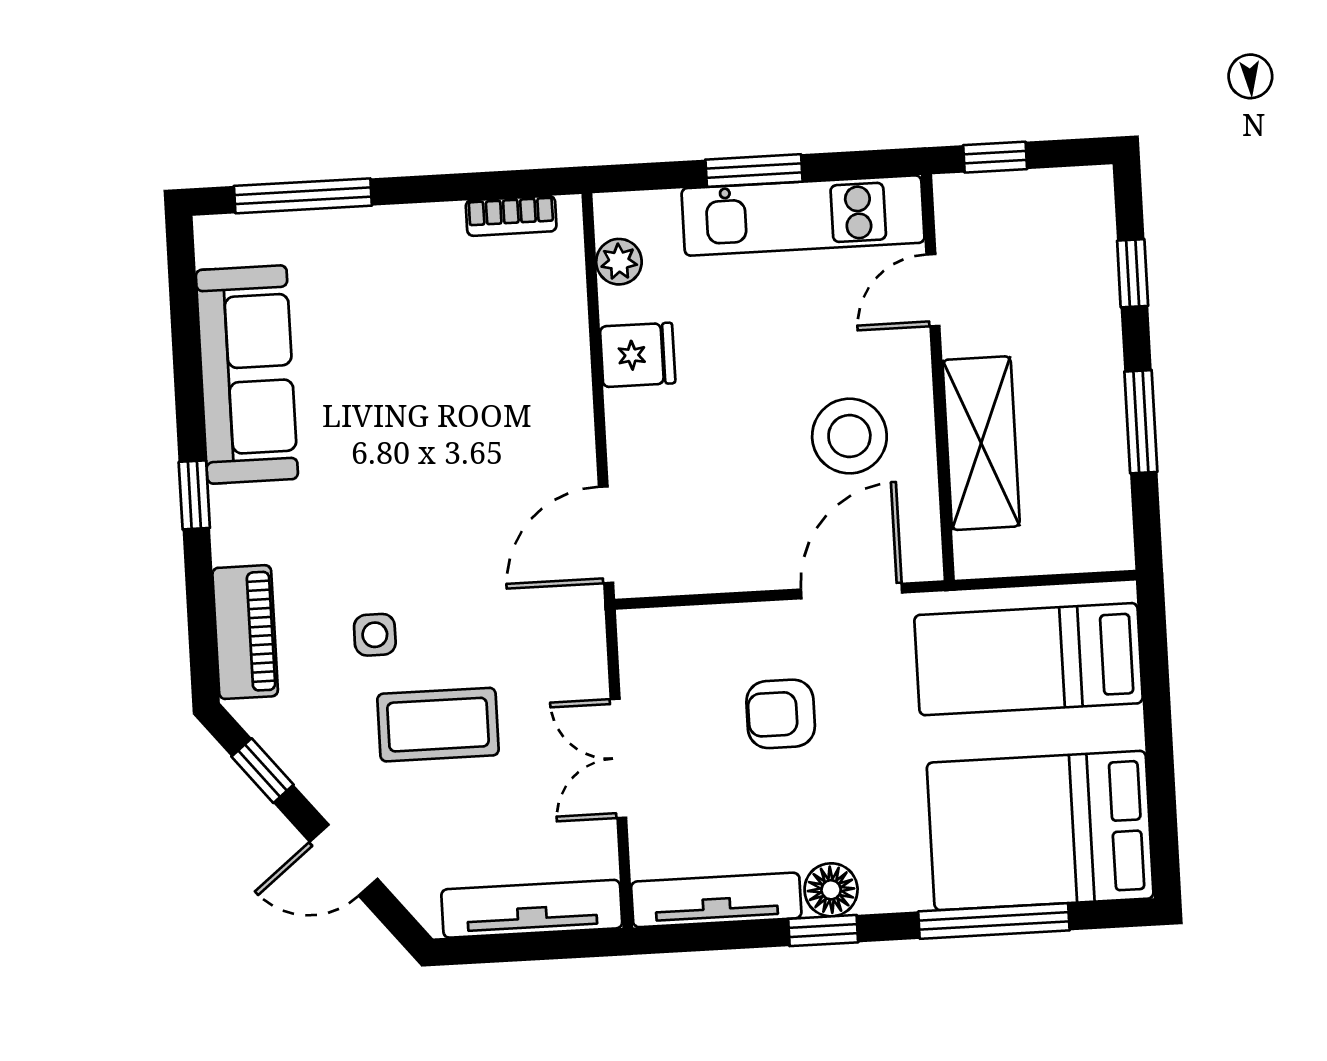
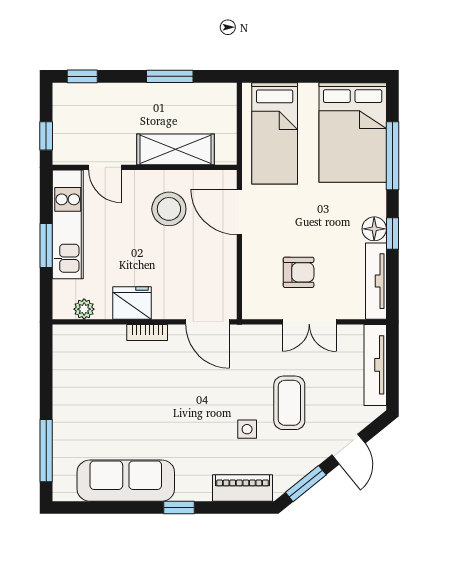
bookcase: (511, 216) -> (147, 332), moved, turned 90
window: (1133, 273) -> (82, 76), moved
fridge: (638, 355) -> (132, 303), width x1.38
armchair: (781, 714) -> (299, 272), moved, turned -90
window: (263, 771) -> (306, 484), width x1.50

